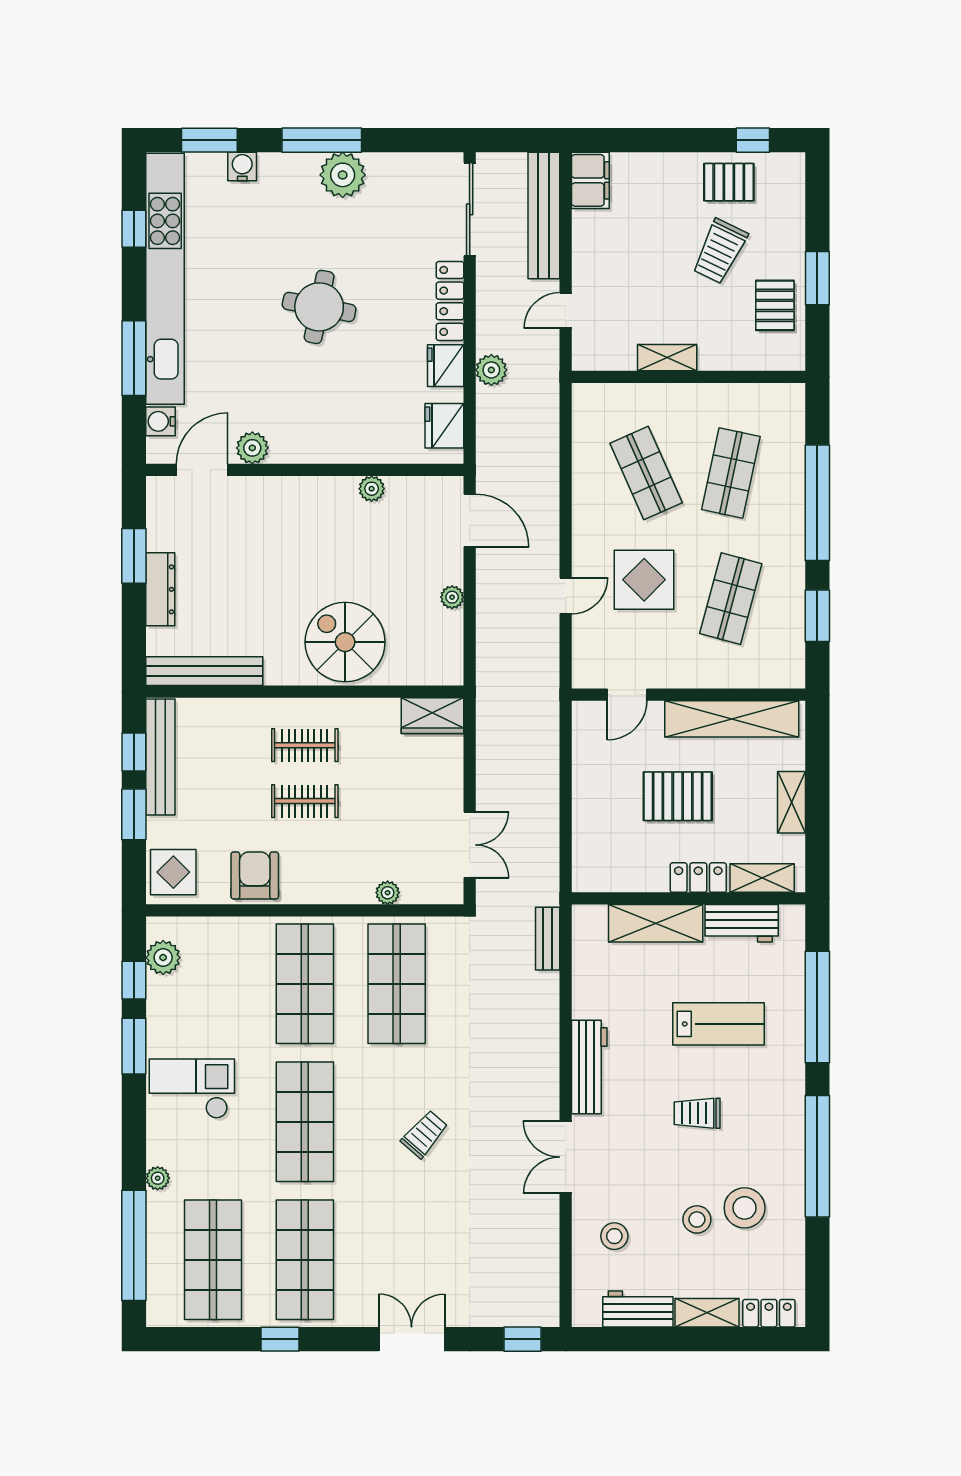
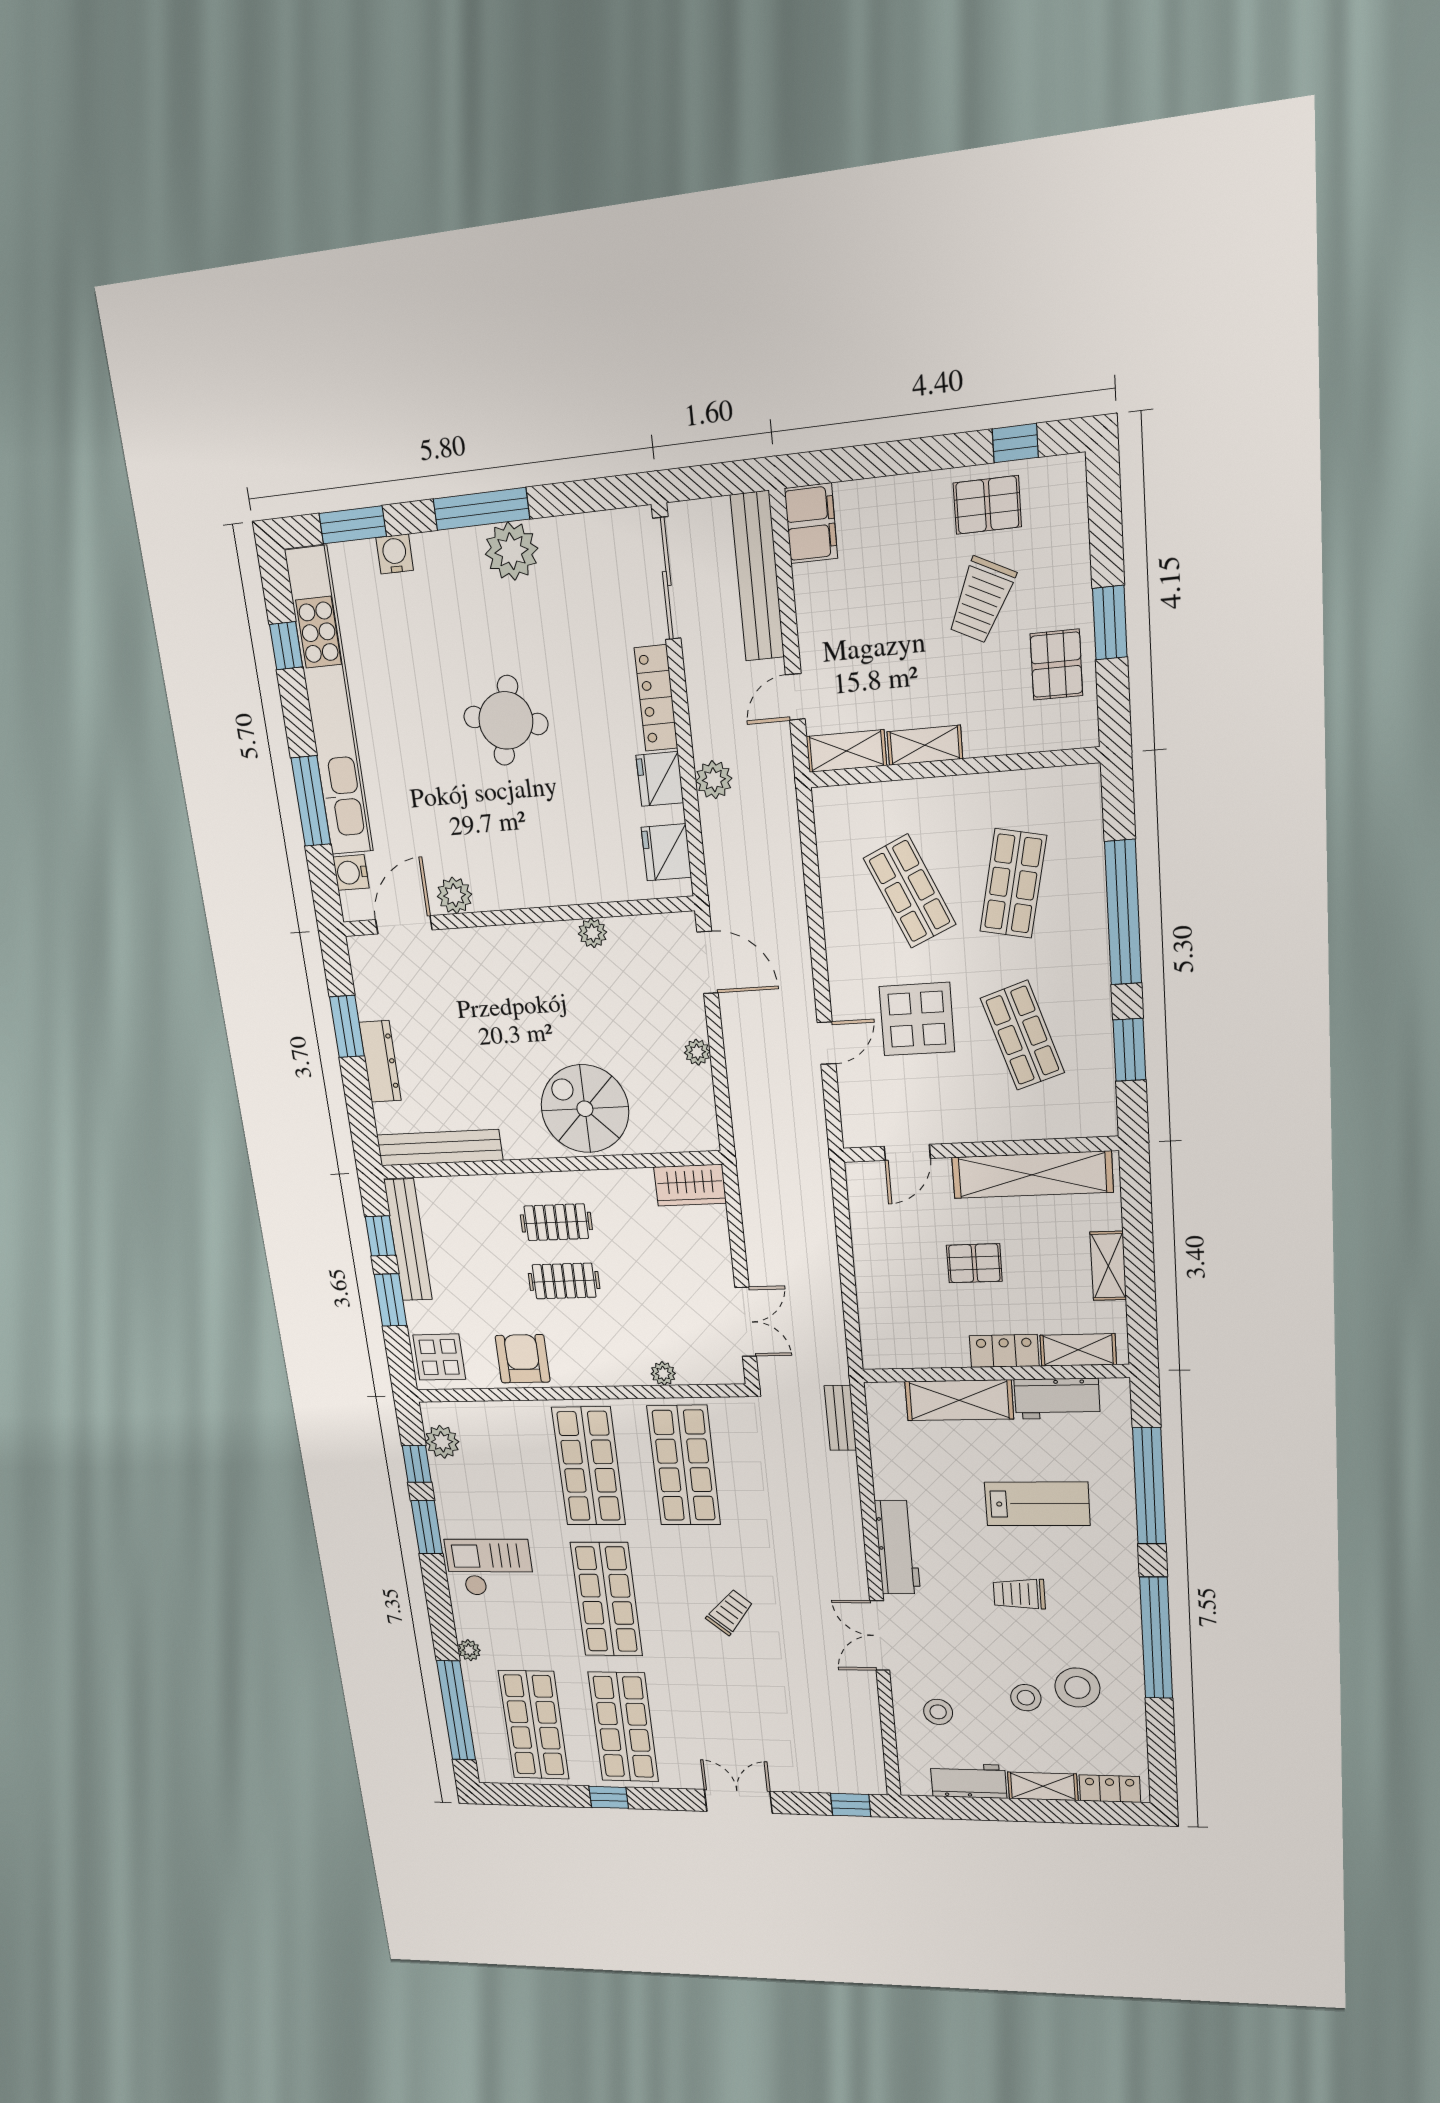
shelving: (603, 357) -> (846, 751), added
shop shelf: (731, 599) -> (1022, 1035), turned -33
pallet: (678, 796) -> (974, 1263), width x0.67, depth x0.71

